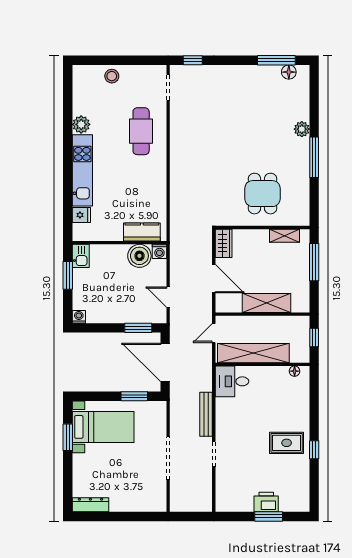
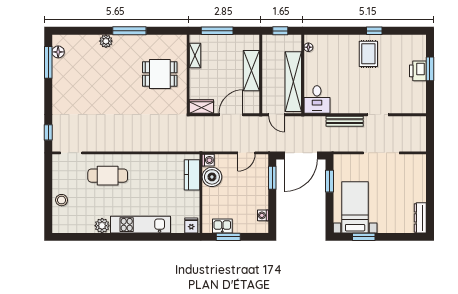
fridge: (81, 215) -> (191, 225), moved
kitchen sink: (81, 256) -> (222, 226), moved
washing machine: (79, 317) -> (263, 215), moved

